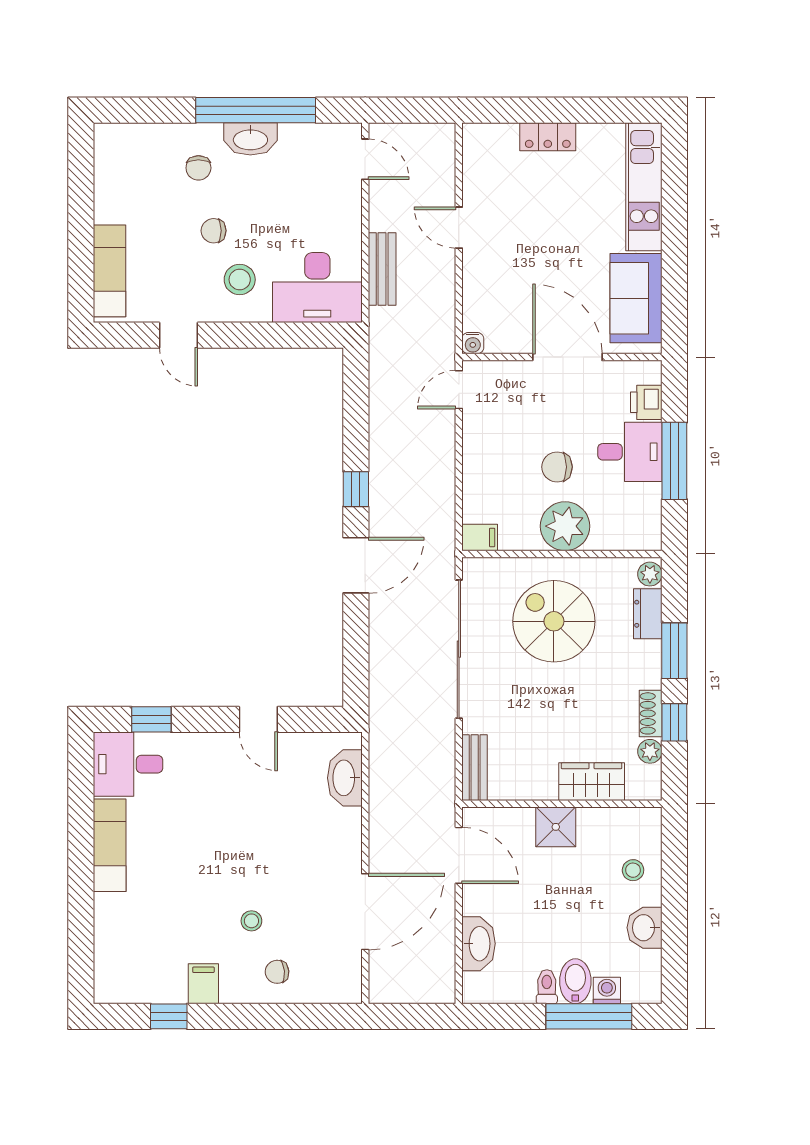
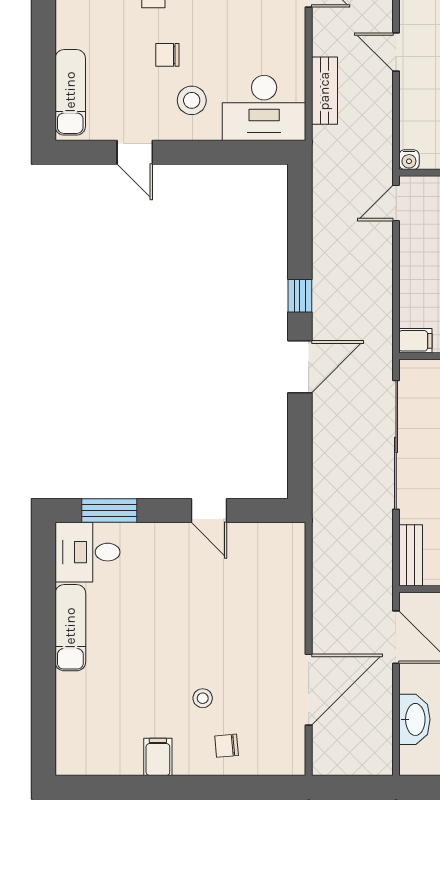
window: (151, 719) -> (109, 510), width x1.50
washbasin: (345, 778) -> (290, 565), removed
window: (169, 1016) -> (126, 787), removed

